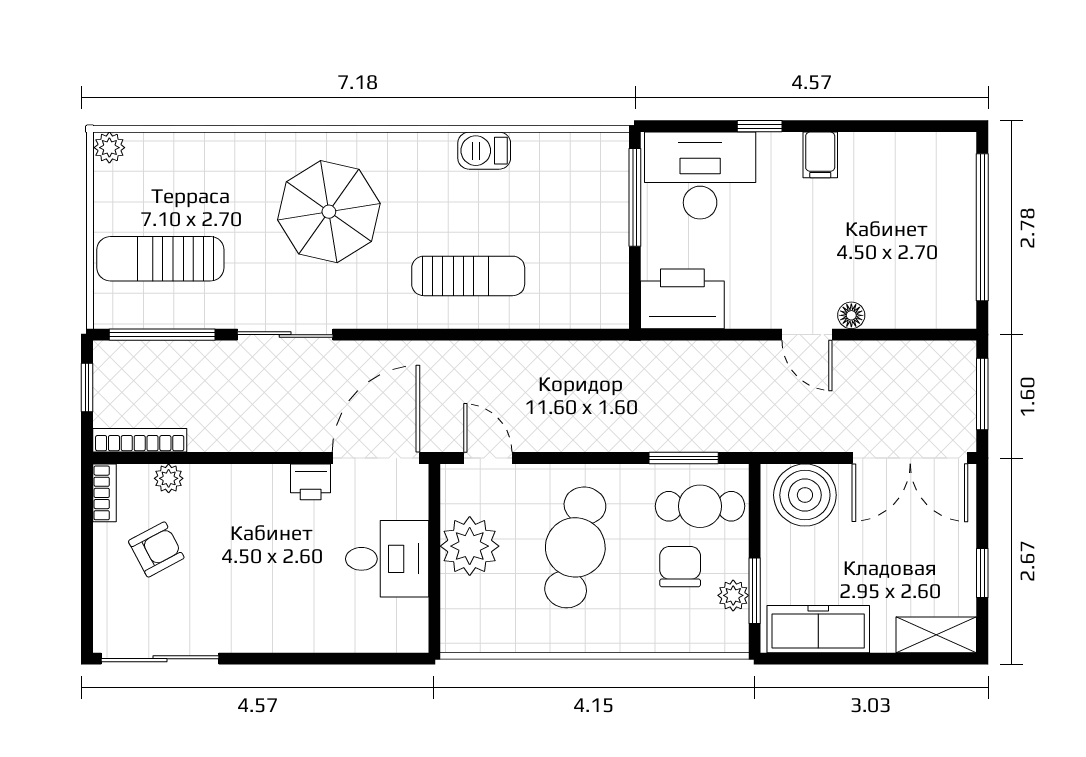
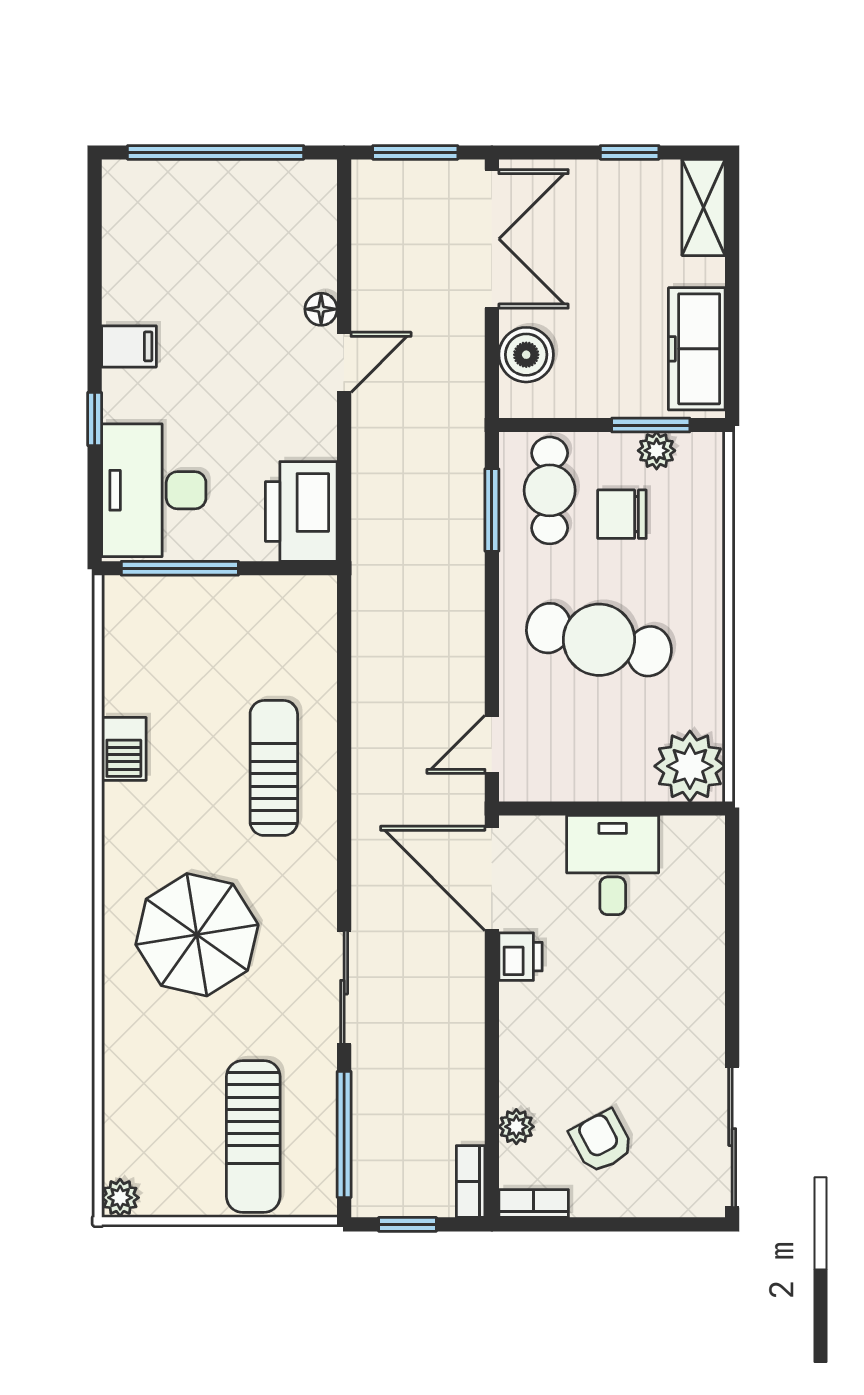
bookcase: (140, 440) -> (471, 1182), width x0.64
boiler: (805, 495) -> (526, 355), width x0.73, depth x0.73
plant: (470, 546) -> (690, 766), moved

